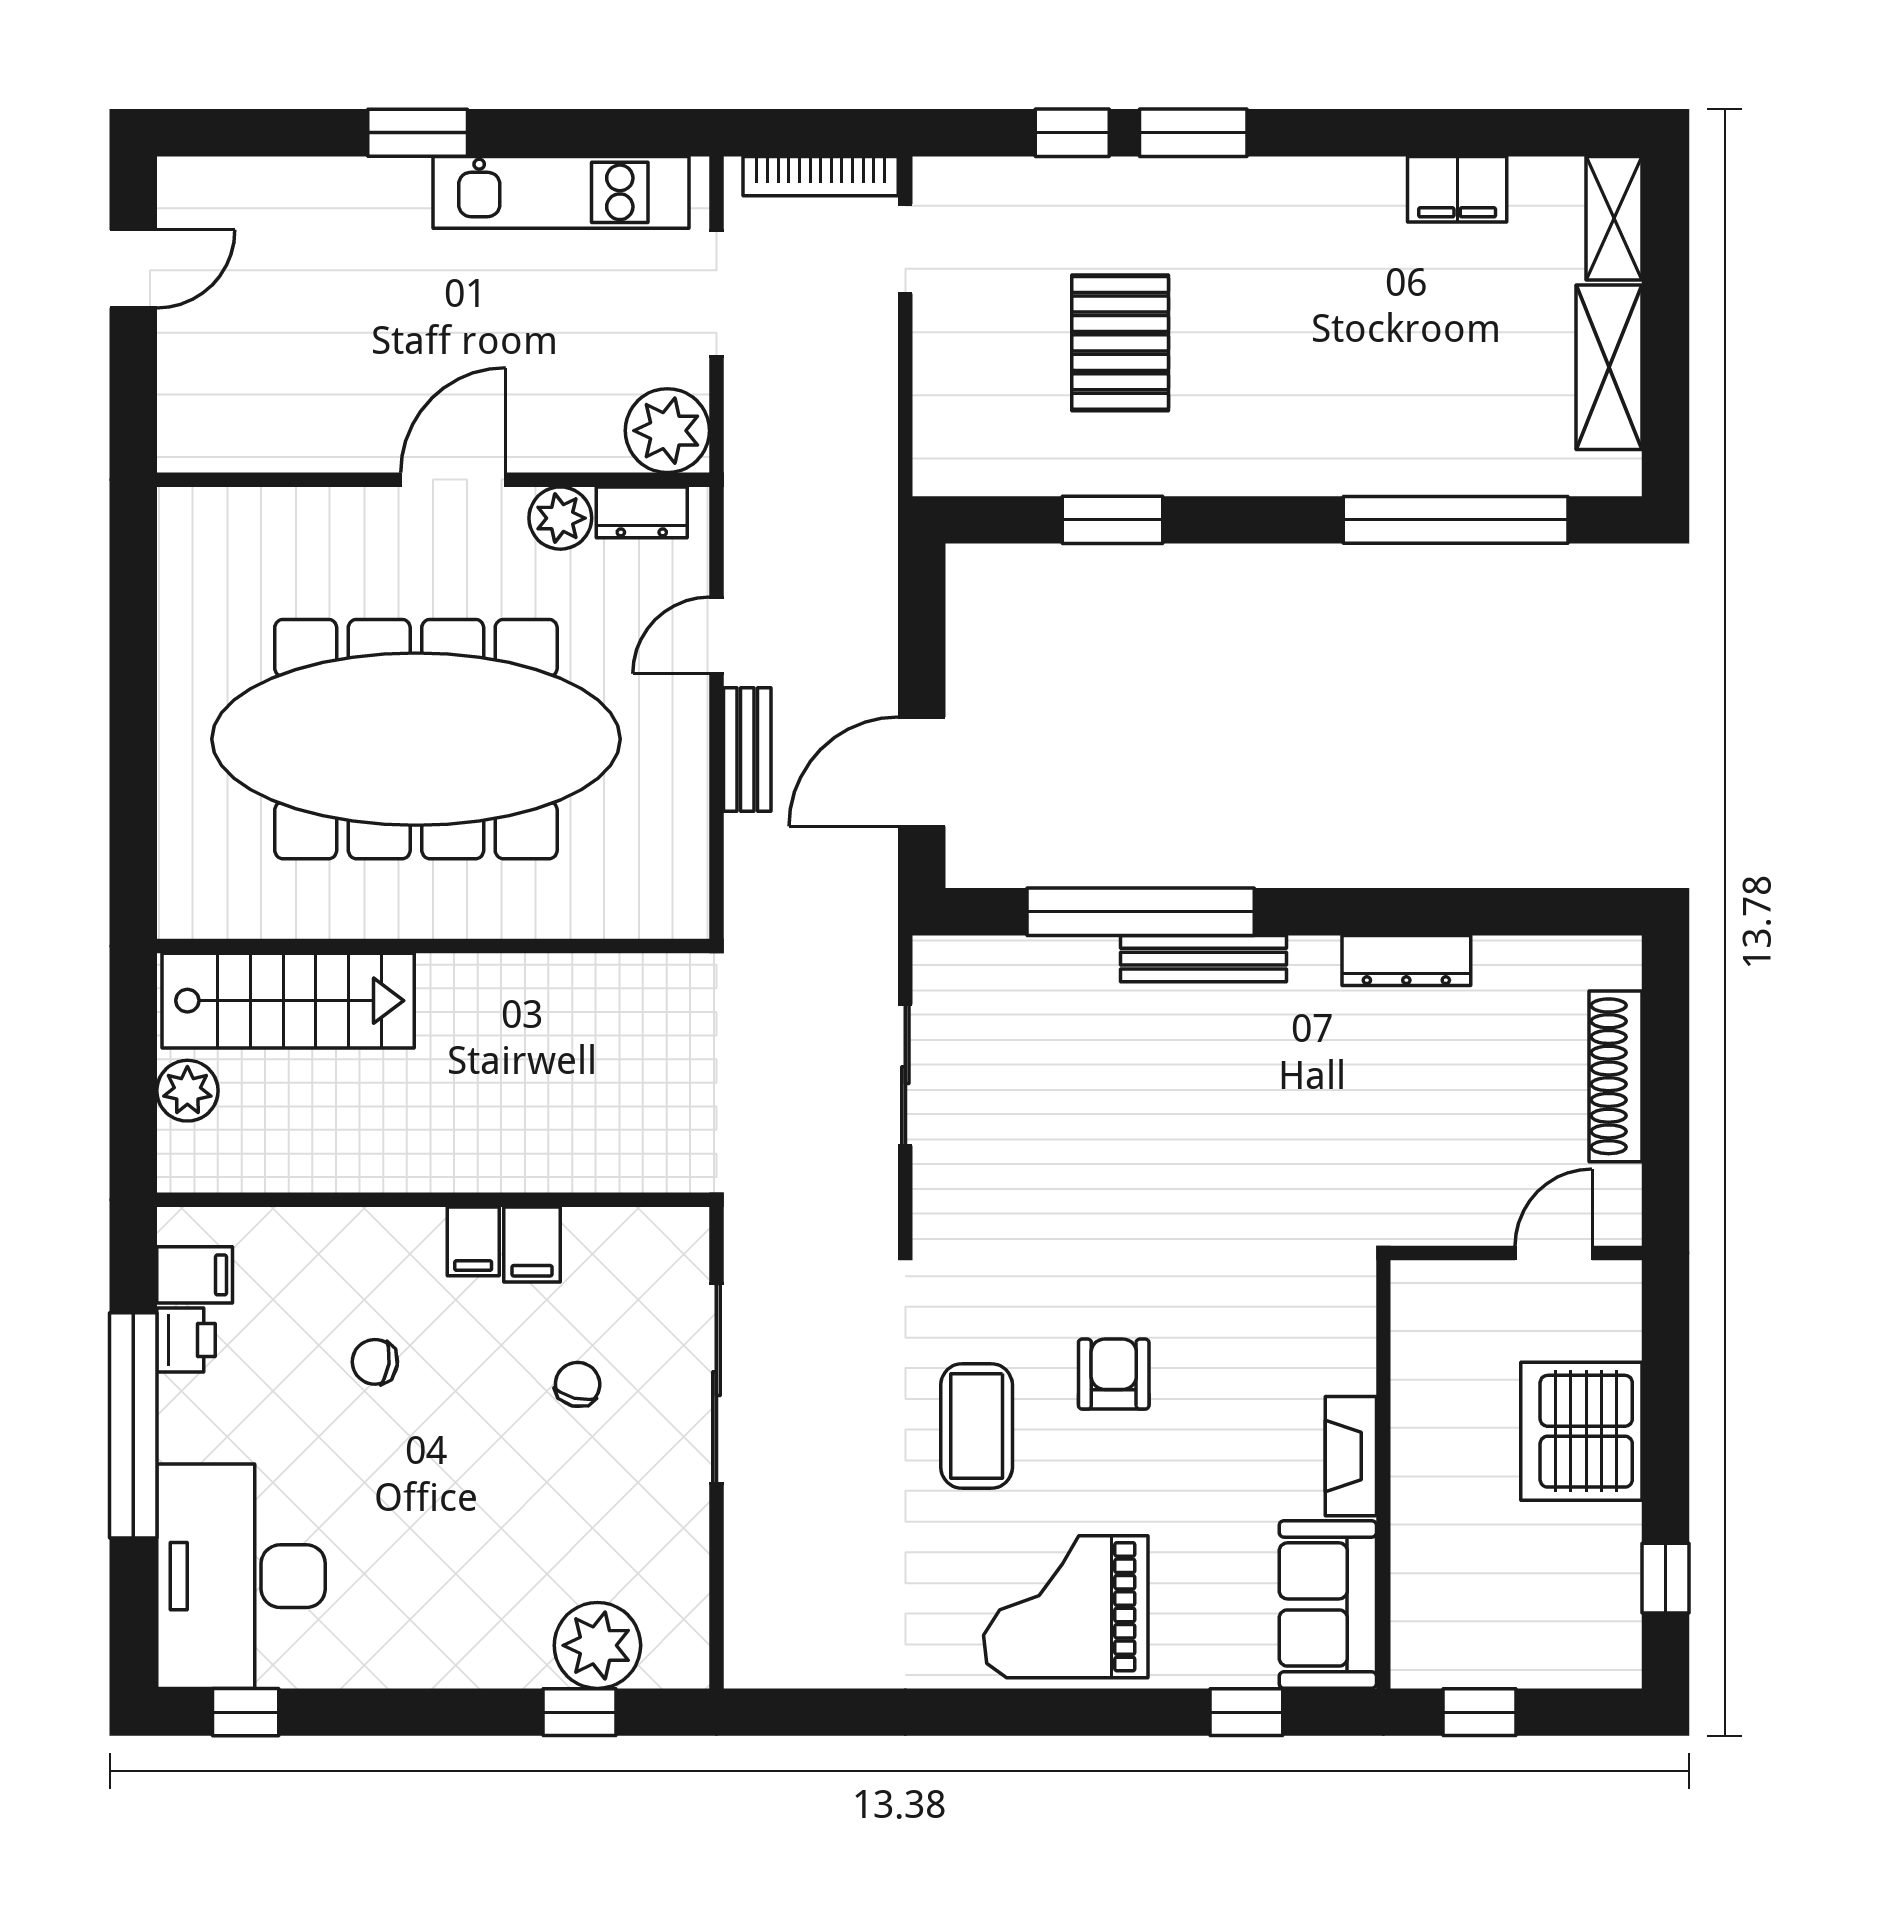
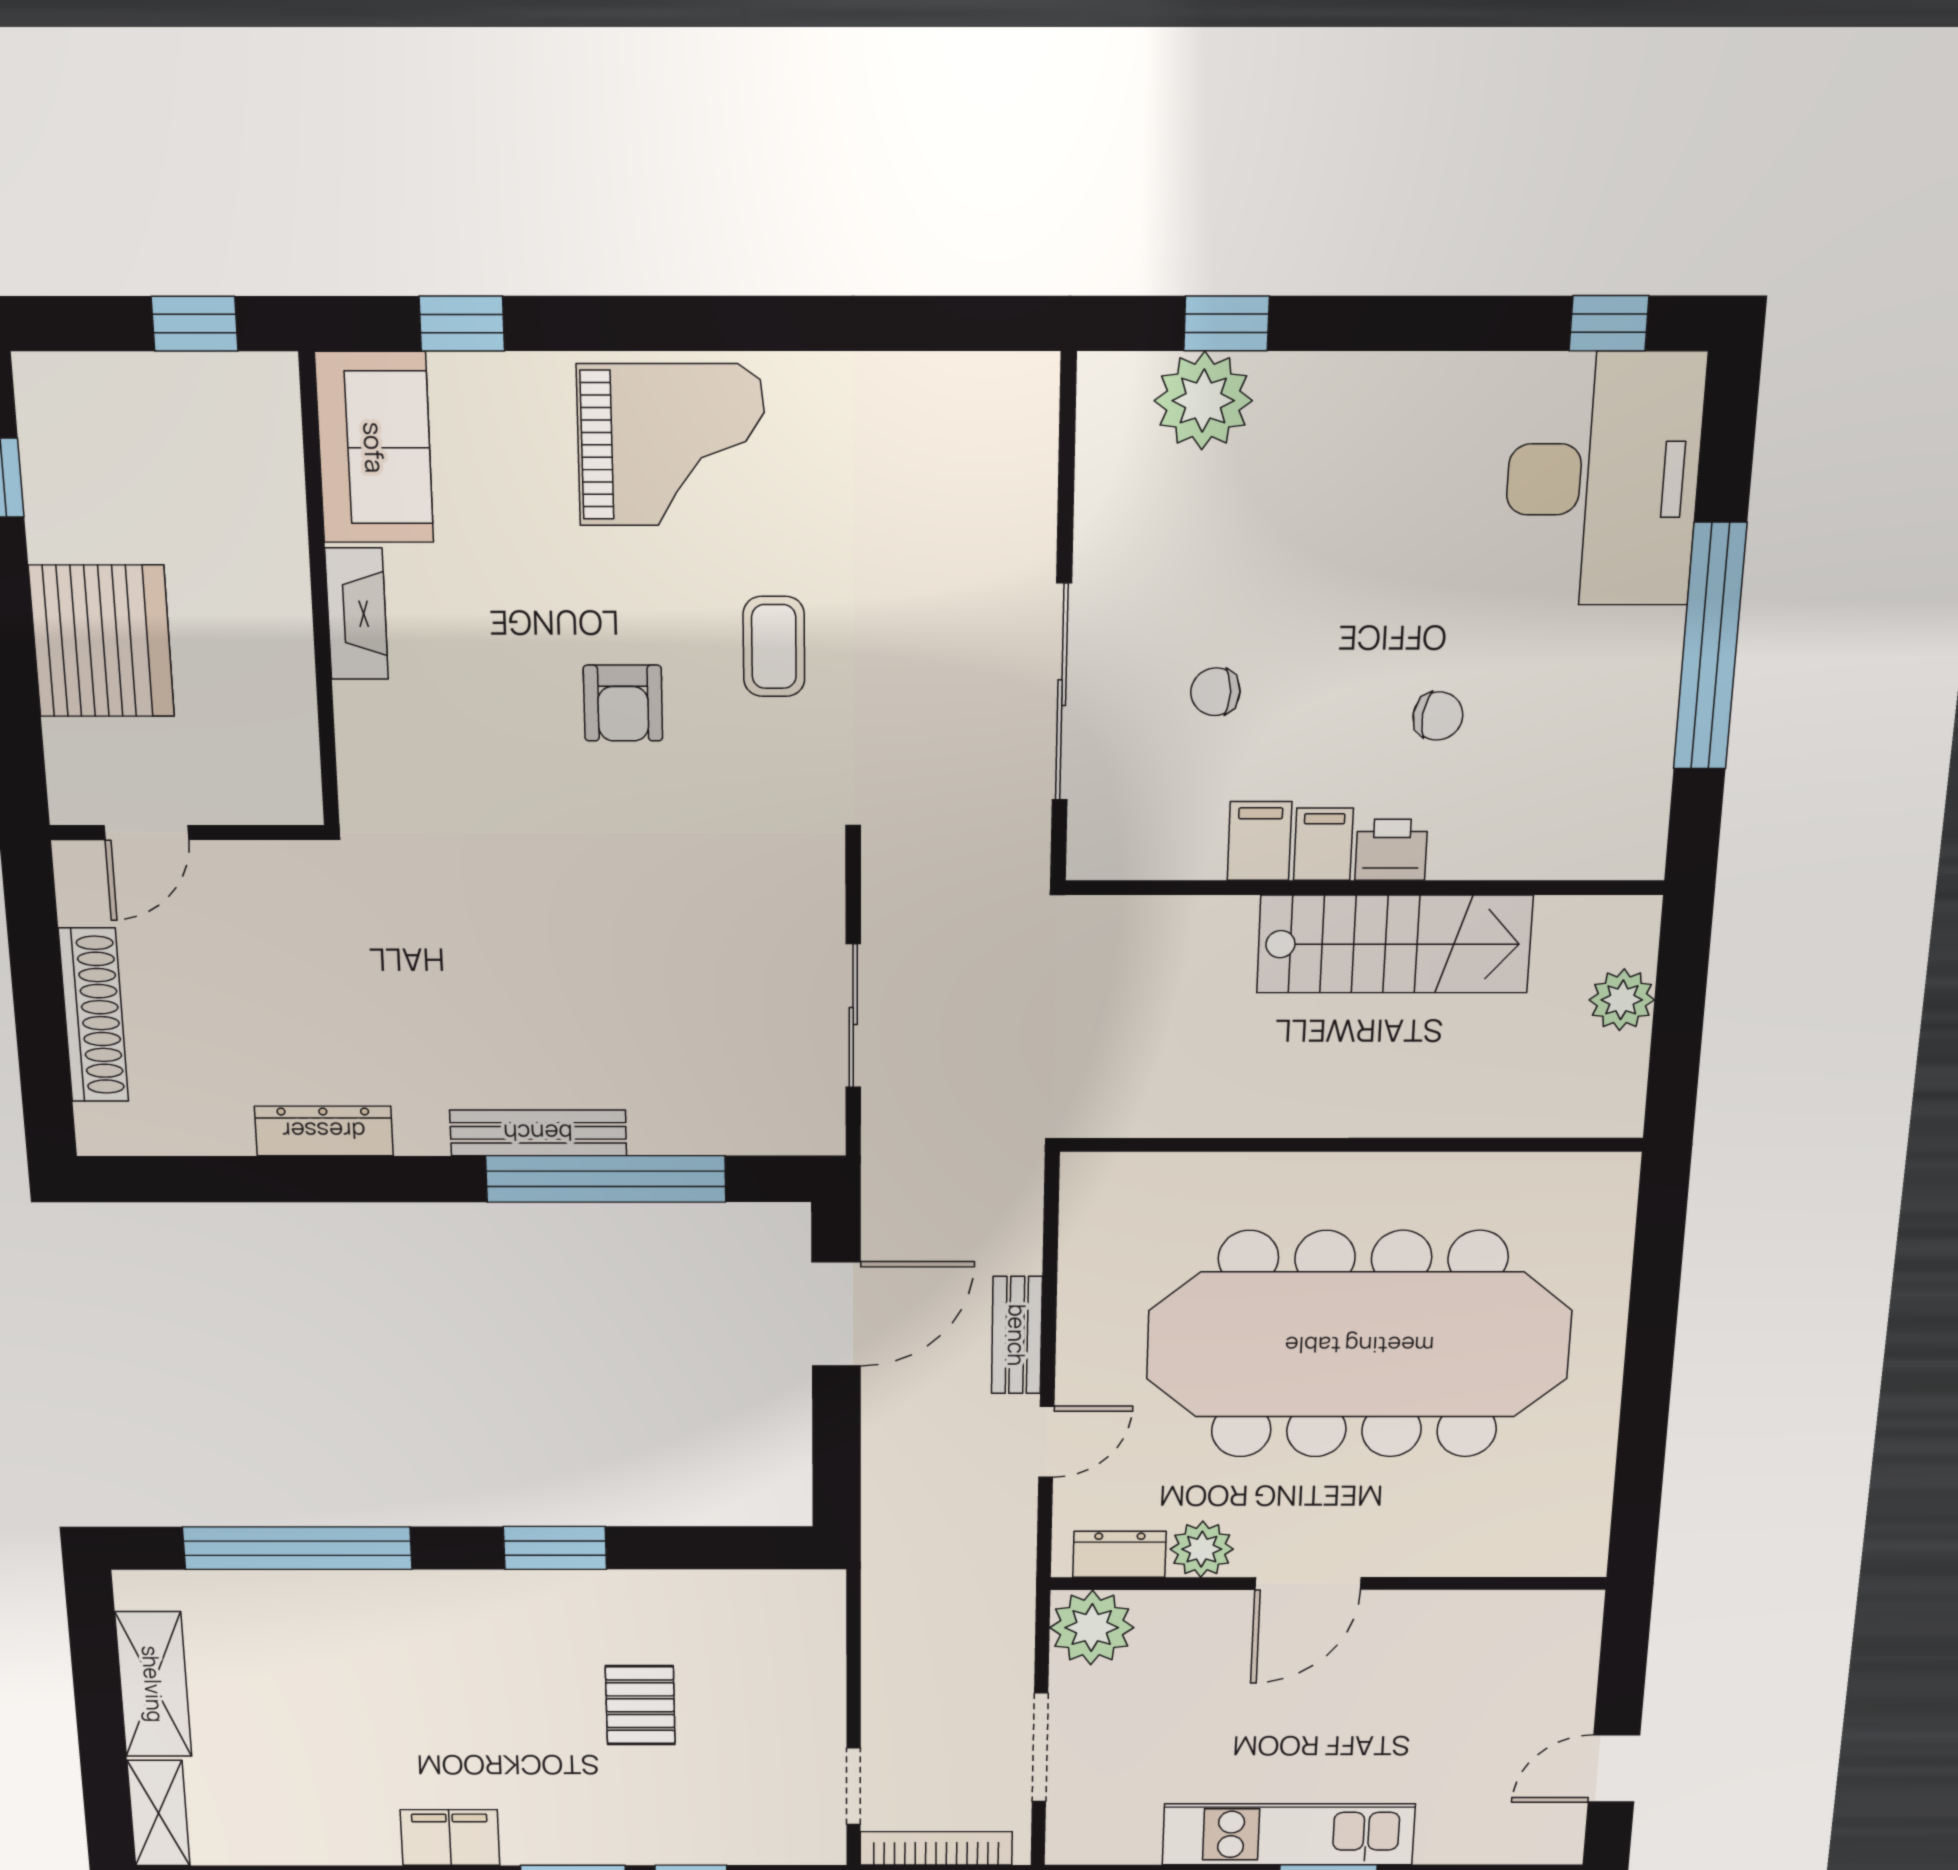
filing cabinet: (1457, 189) -> (450, 1838), moved
kitchen unit: (561, 192) -> (1289, 1834), moved
pallet: (1120, 343) -> (640, 1705), width x0.67, depth x0.71
window: (1112, 520) -> (555, 1548), moved
stairs: (288, 1001) -> (1394, 944), moved, turned 180
filing cabinet: (195, 1275) -> (1629, 809), removed
printer: (186, 1340) -> (1391, 850), moved, turned 90
chair: (578, 1384) -> (1215, 692), turned 76
coffee table: (977, 1426) -> (774, 647), width x0.73, depth x0.77

